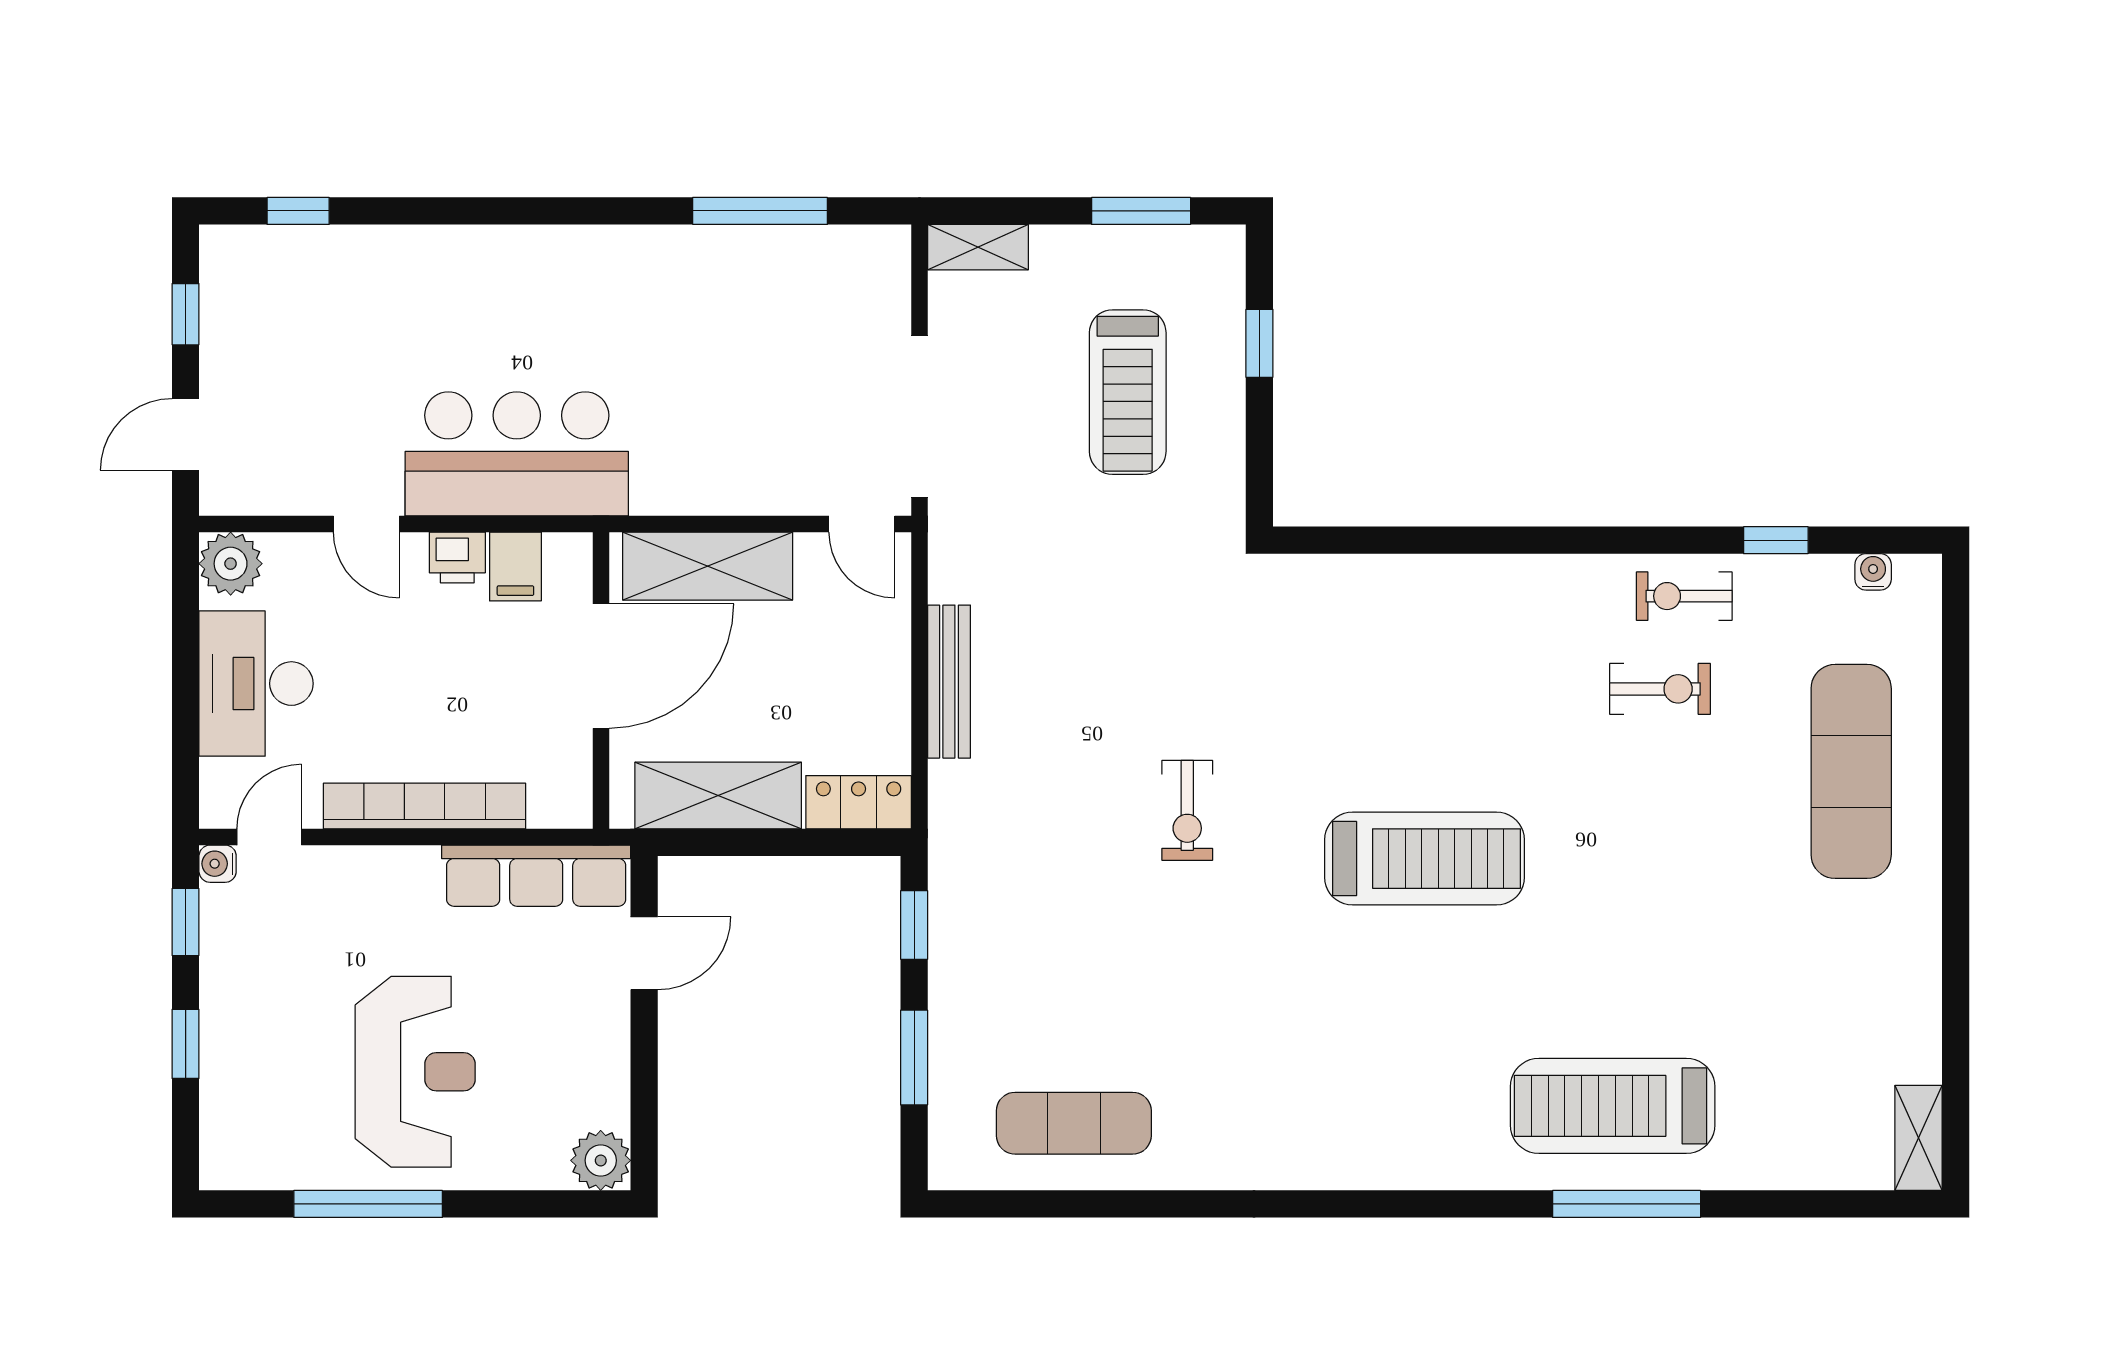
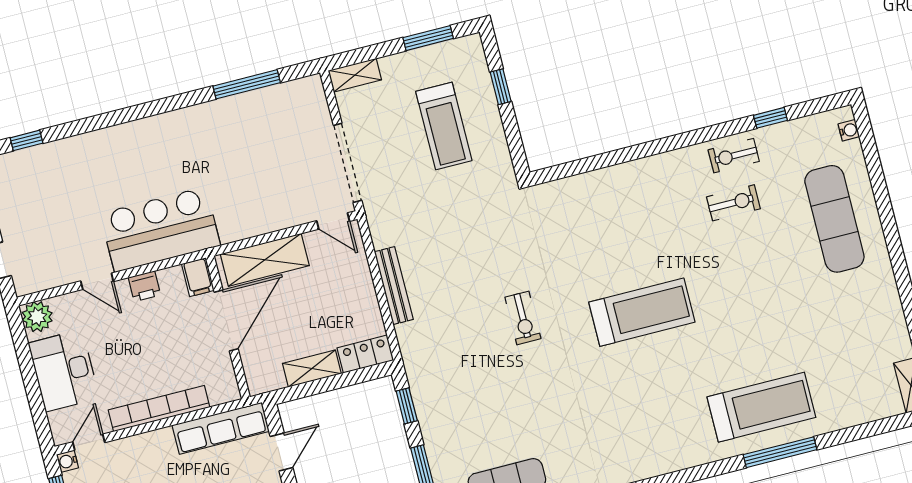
filing cabinet: (515, 567) -> (198, 277), moved
water cooler: (1873, 572) -> (849, 130), moved, turned 90
shelving: (718, 796) -> (312, 369), width x0.67, depth x0.75
treadmill: (1613, 1106) -> (761, 407), turned 180

